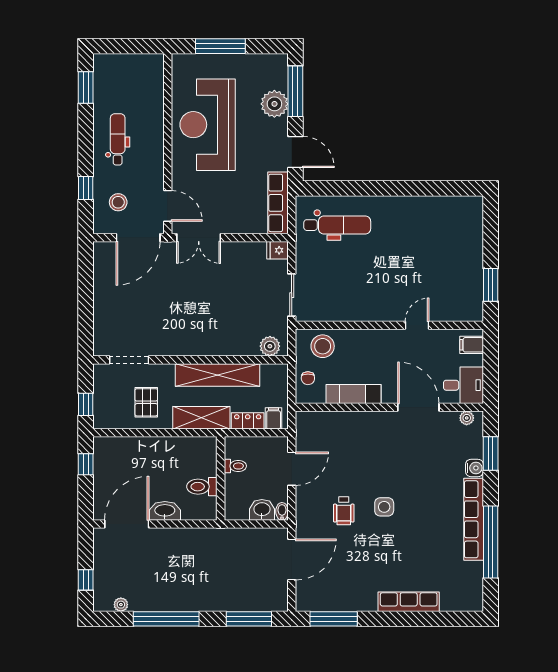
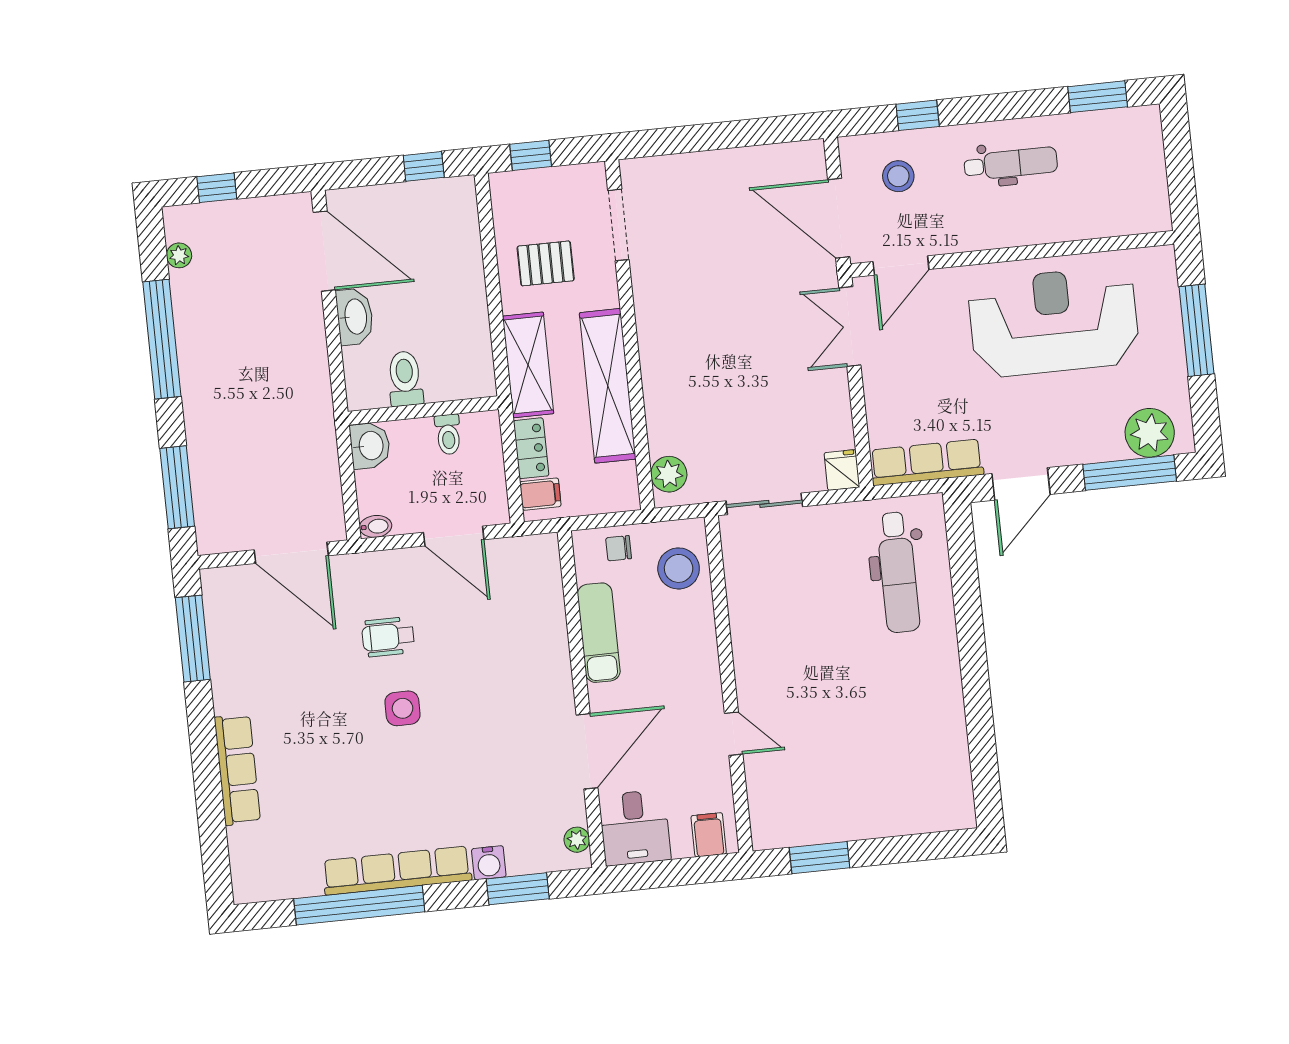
plant: (274, 104) -> (1150, 433), moved
washbasin: (262, 510) -> (370, 446), moved

